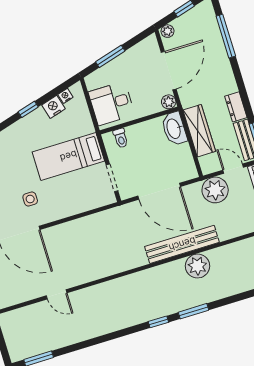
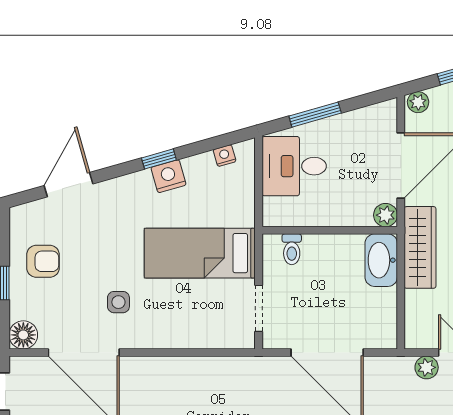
desk: (112, 103) -> (294, 166), moved
nightstand: (54, 107) -> (169, 176), moved
wardrobe: (199, 131) -> (420, 247), moved
plant: (215, 190) -> (427, 367), width x0.53, depth x0.53

